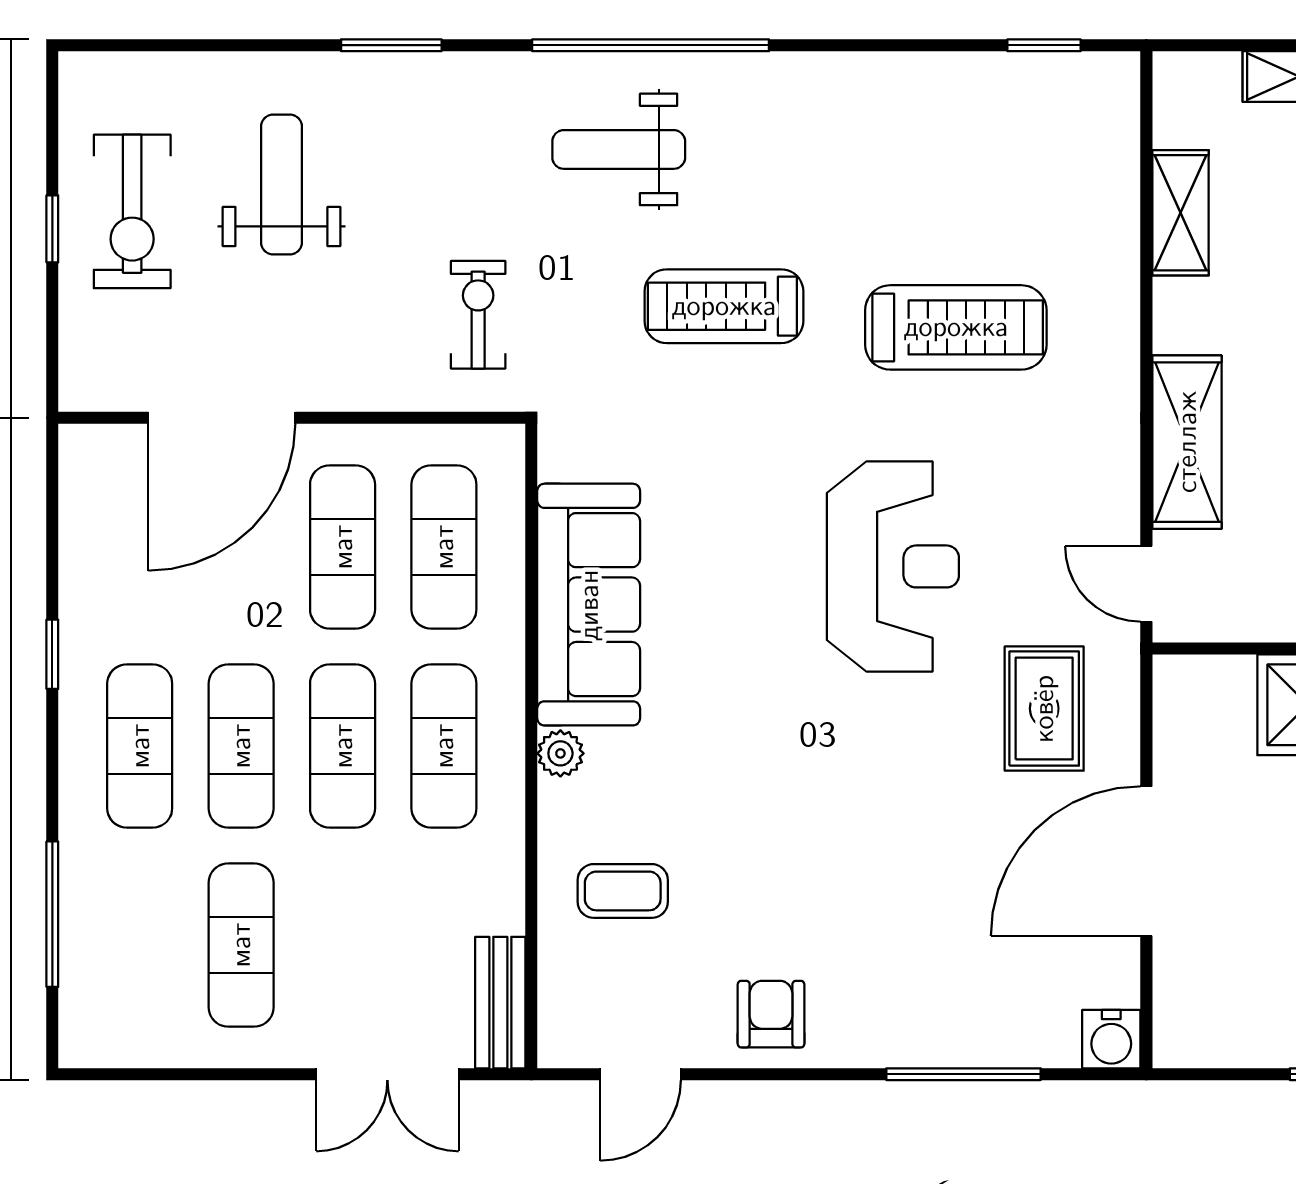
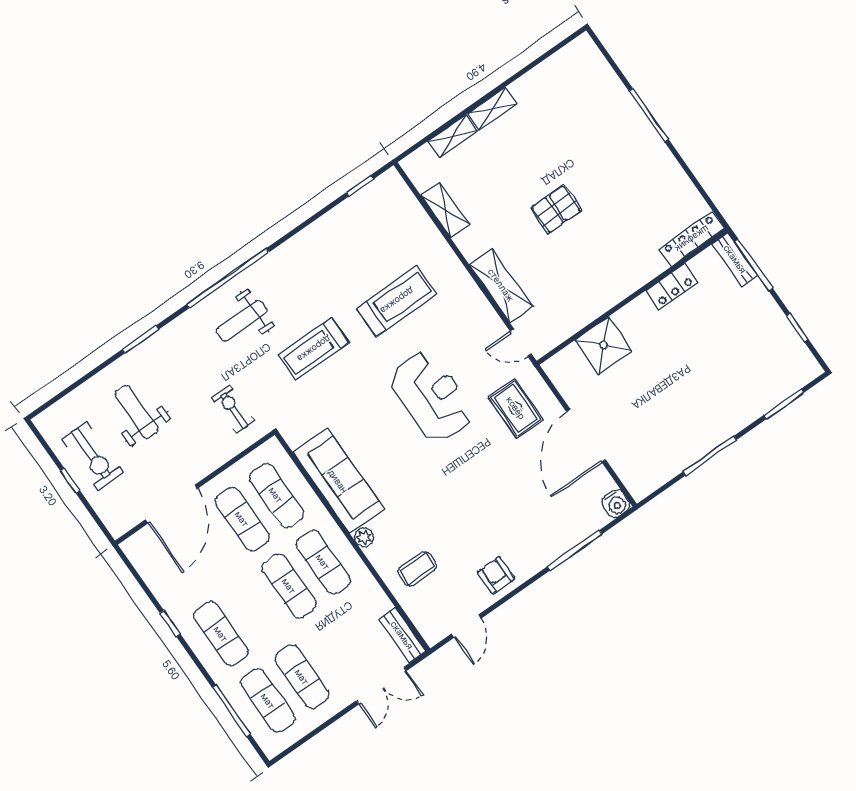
exercise mat: (241, 746) -> (268, 701), moved

